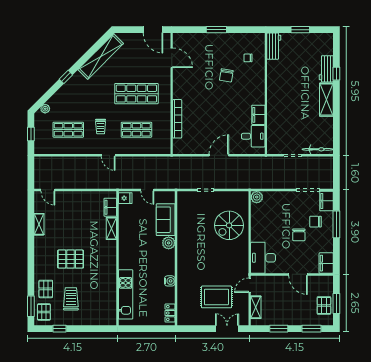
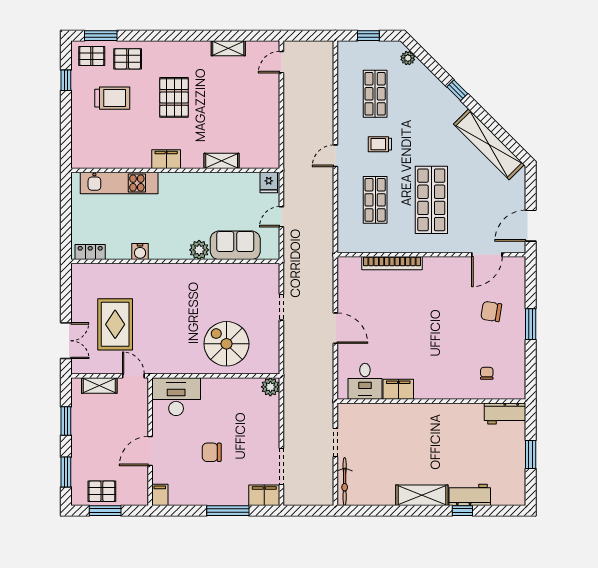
chair: (226, 75) -> (491, 311), moved
filing cabinet: (110, 207) -> (166, 159), moved
chair: (316, 222) -> (232, 478), removed
filing cabinet: (326, 263) -> (160, 495), width x0.50

